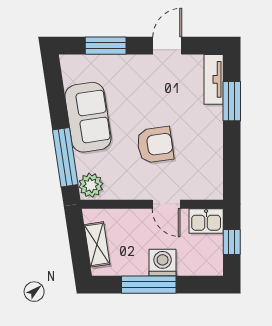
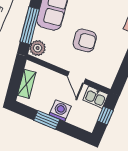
window: (149, 285) -> (47, 120), width x0.69

